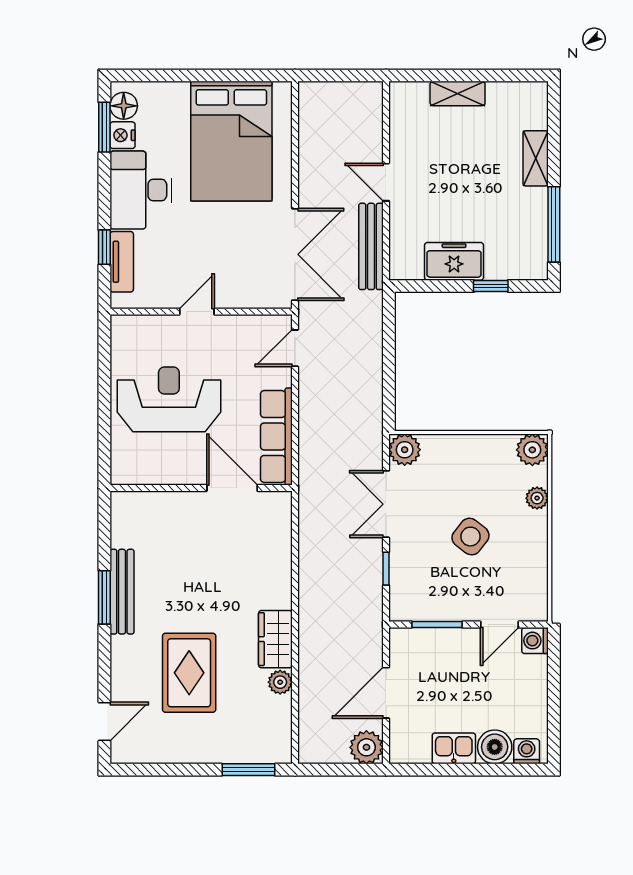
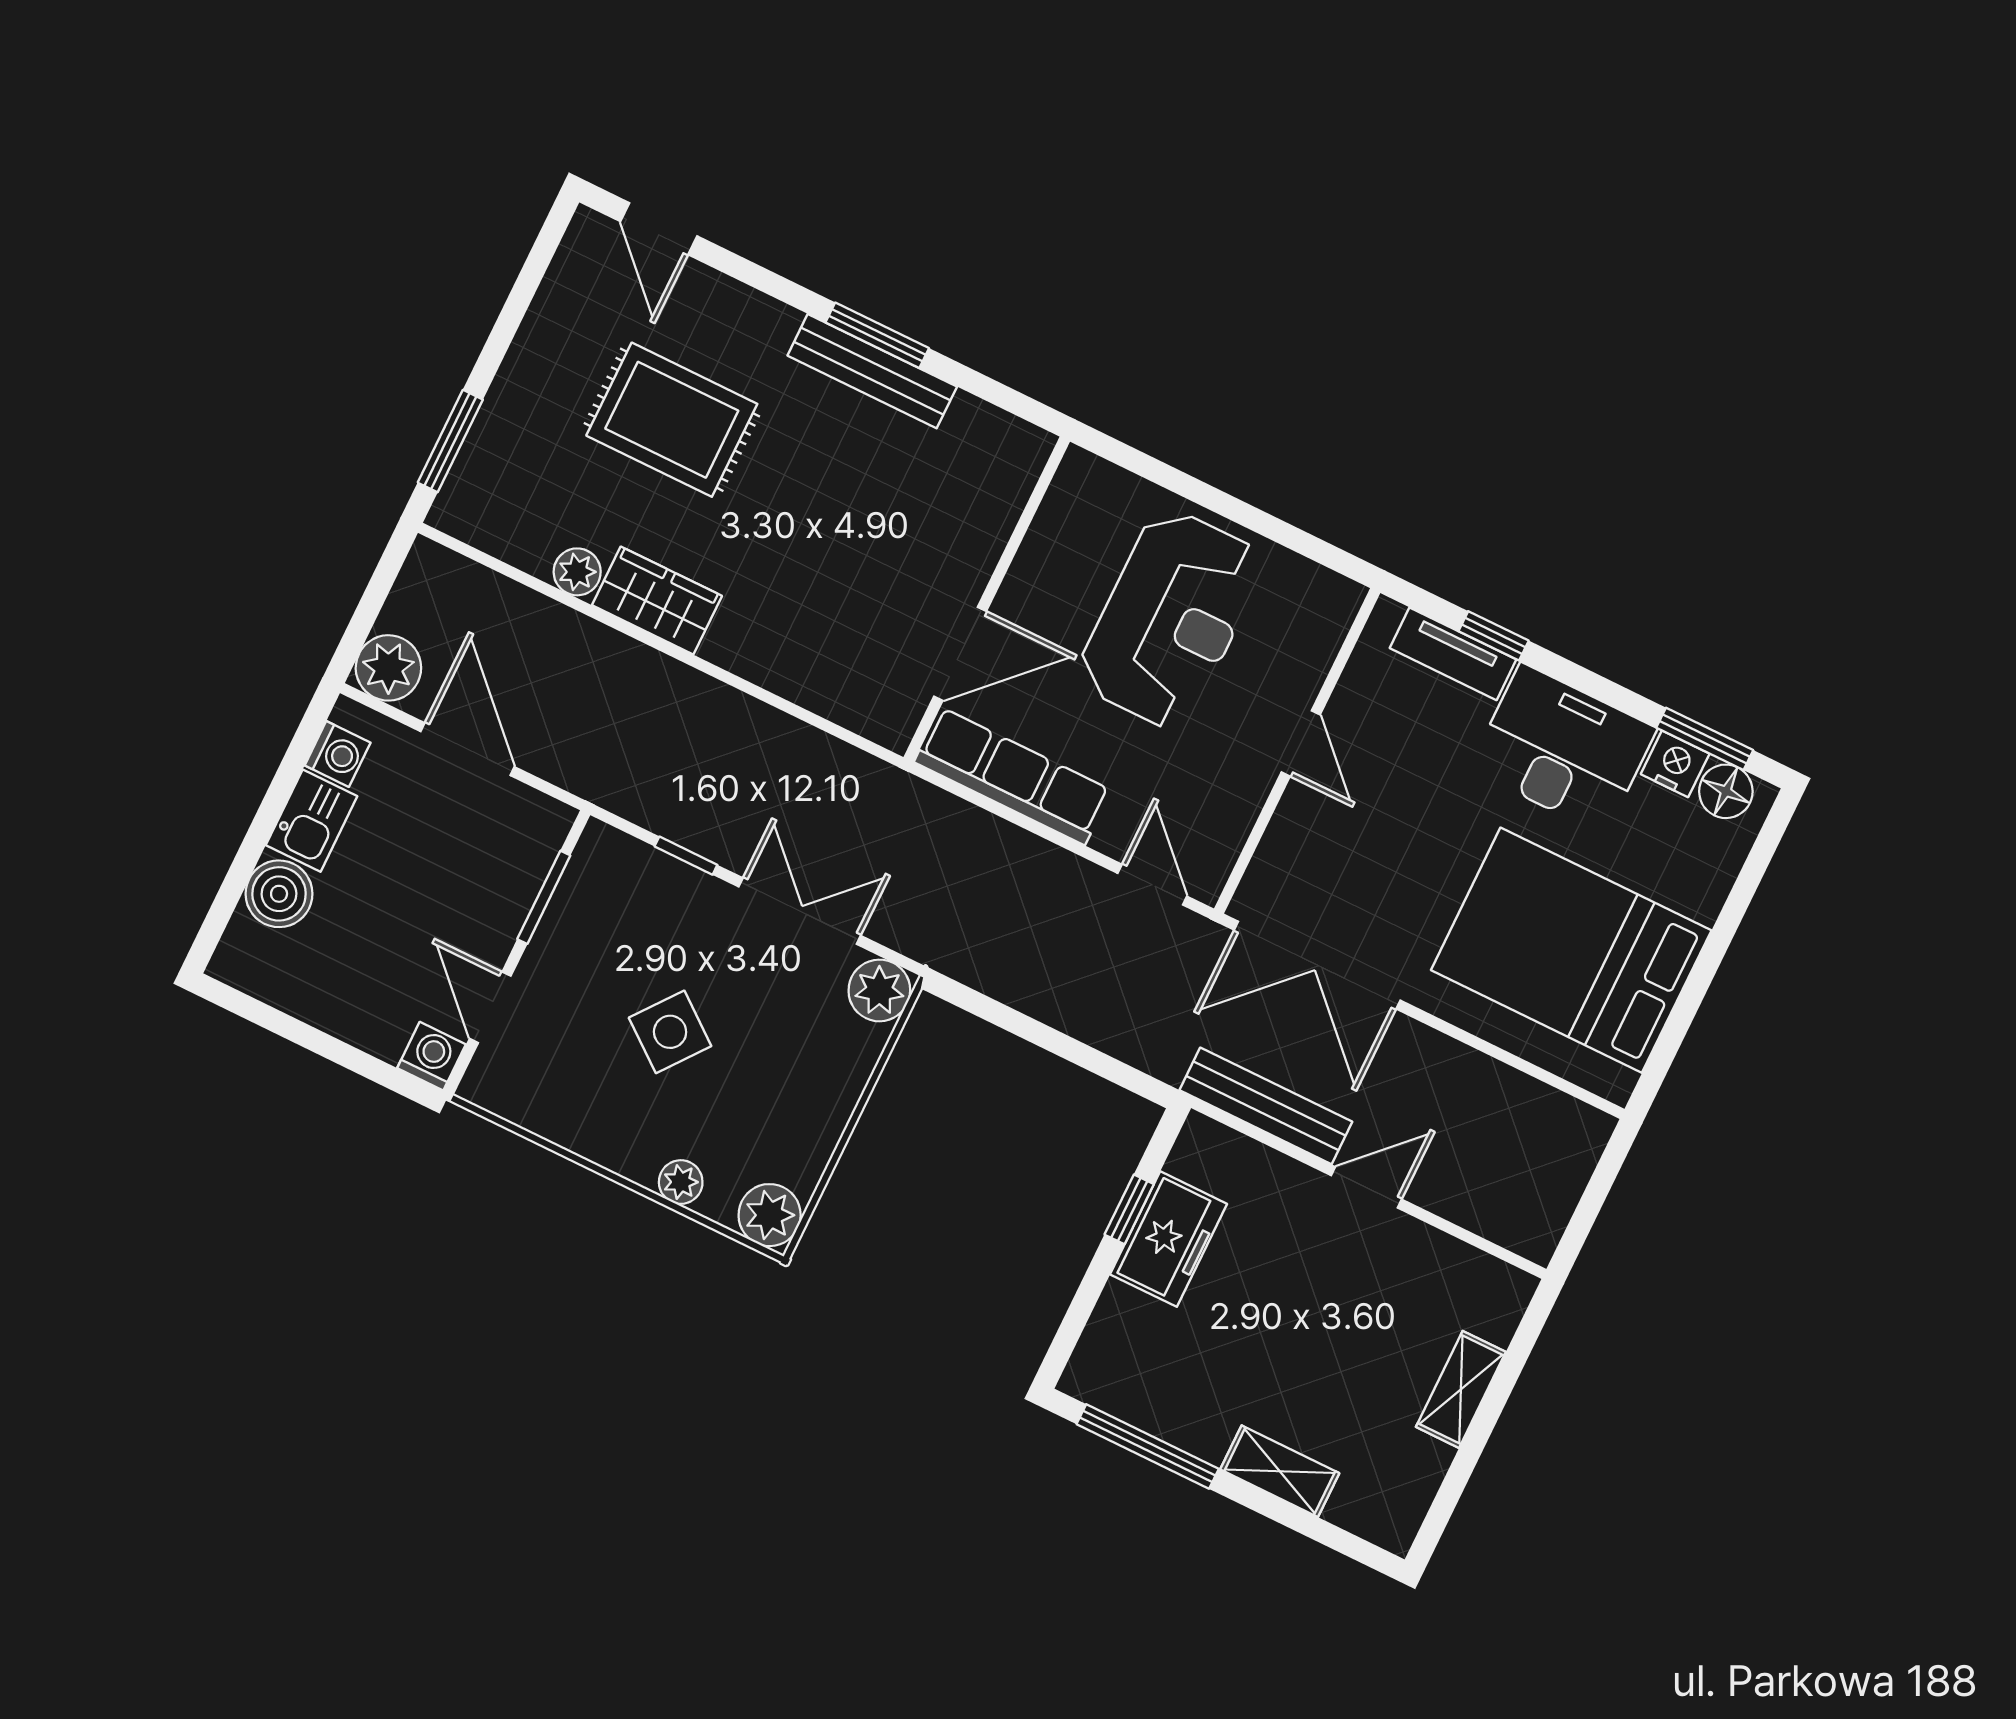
window: (491, 286) -> (1129, 1209), moved
washing machine: (527, 751) -> (338, 754), moved

